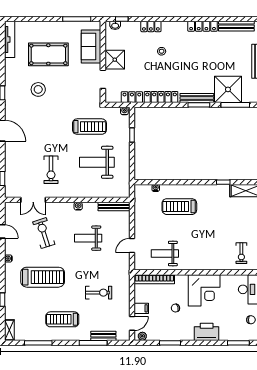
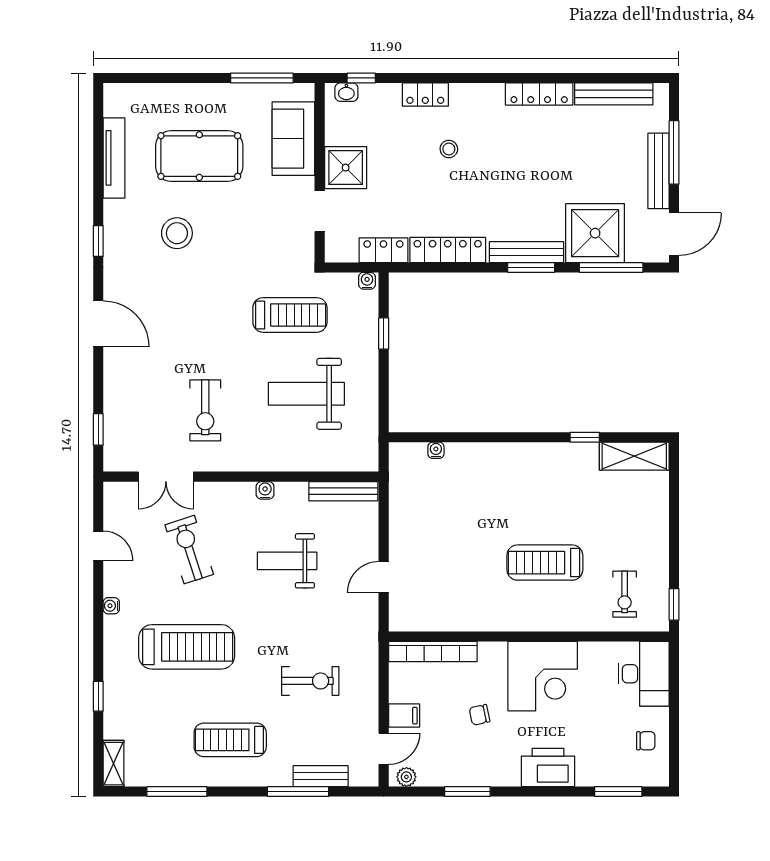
tv unit: (10, 39) -> (114, 158), moved
treadmill: (179, 207) -> (545, 563), moved
weight bench: (165, 253) -> (456, 595), removed

